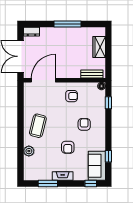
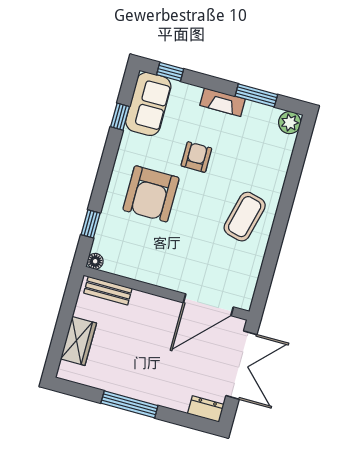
armchair: (72, 96) -> (161, 258), removed
armchair: (84, 124) -> (151, 194), width x1.88, depth x1.88
plant: (29, 151) -> (290, 123), moved

